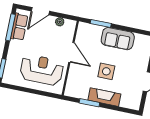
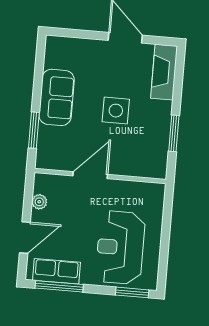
door: (40, 11) -> (25, 238), hinge flipped
reception desk: (42, 70) -> (120, 247), moved
fireplace: (104, 97) -> (164, 72), moved

